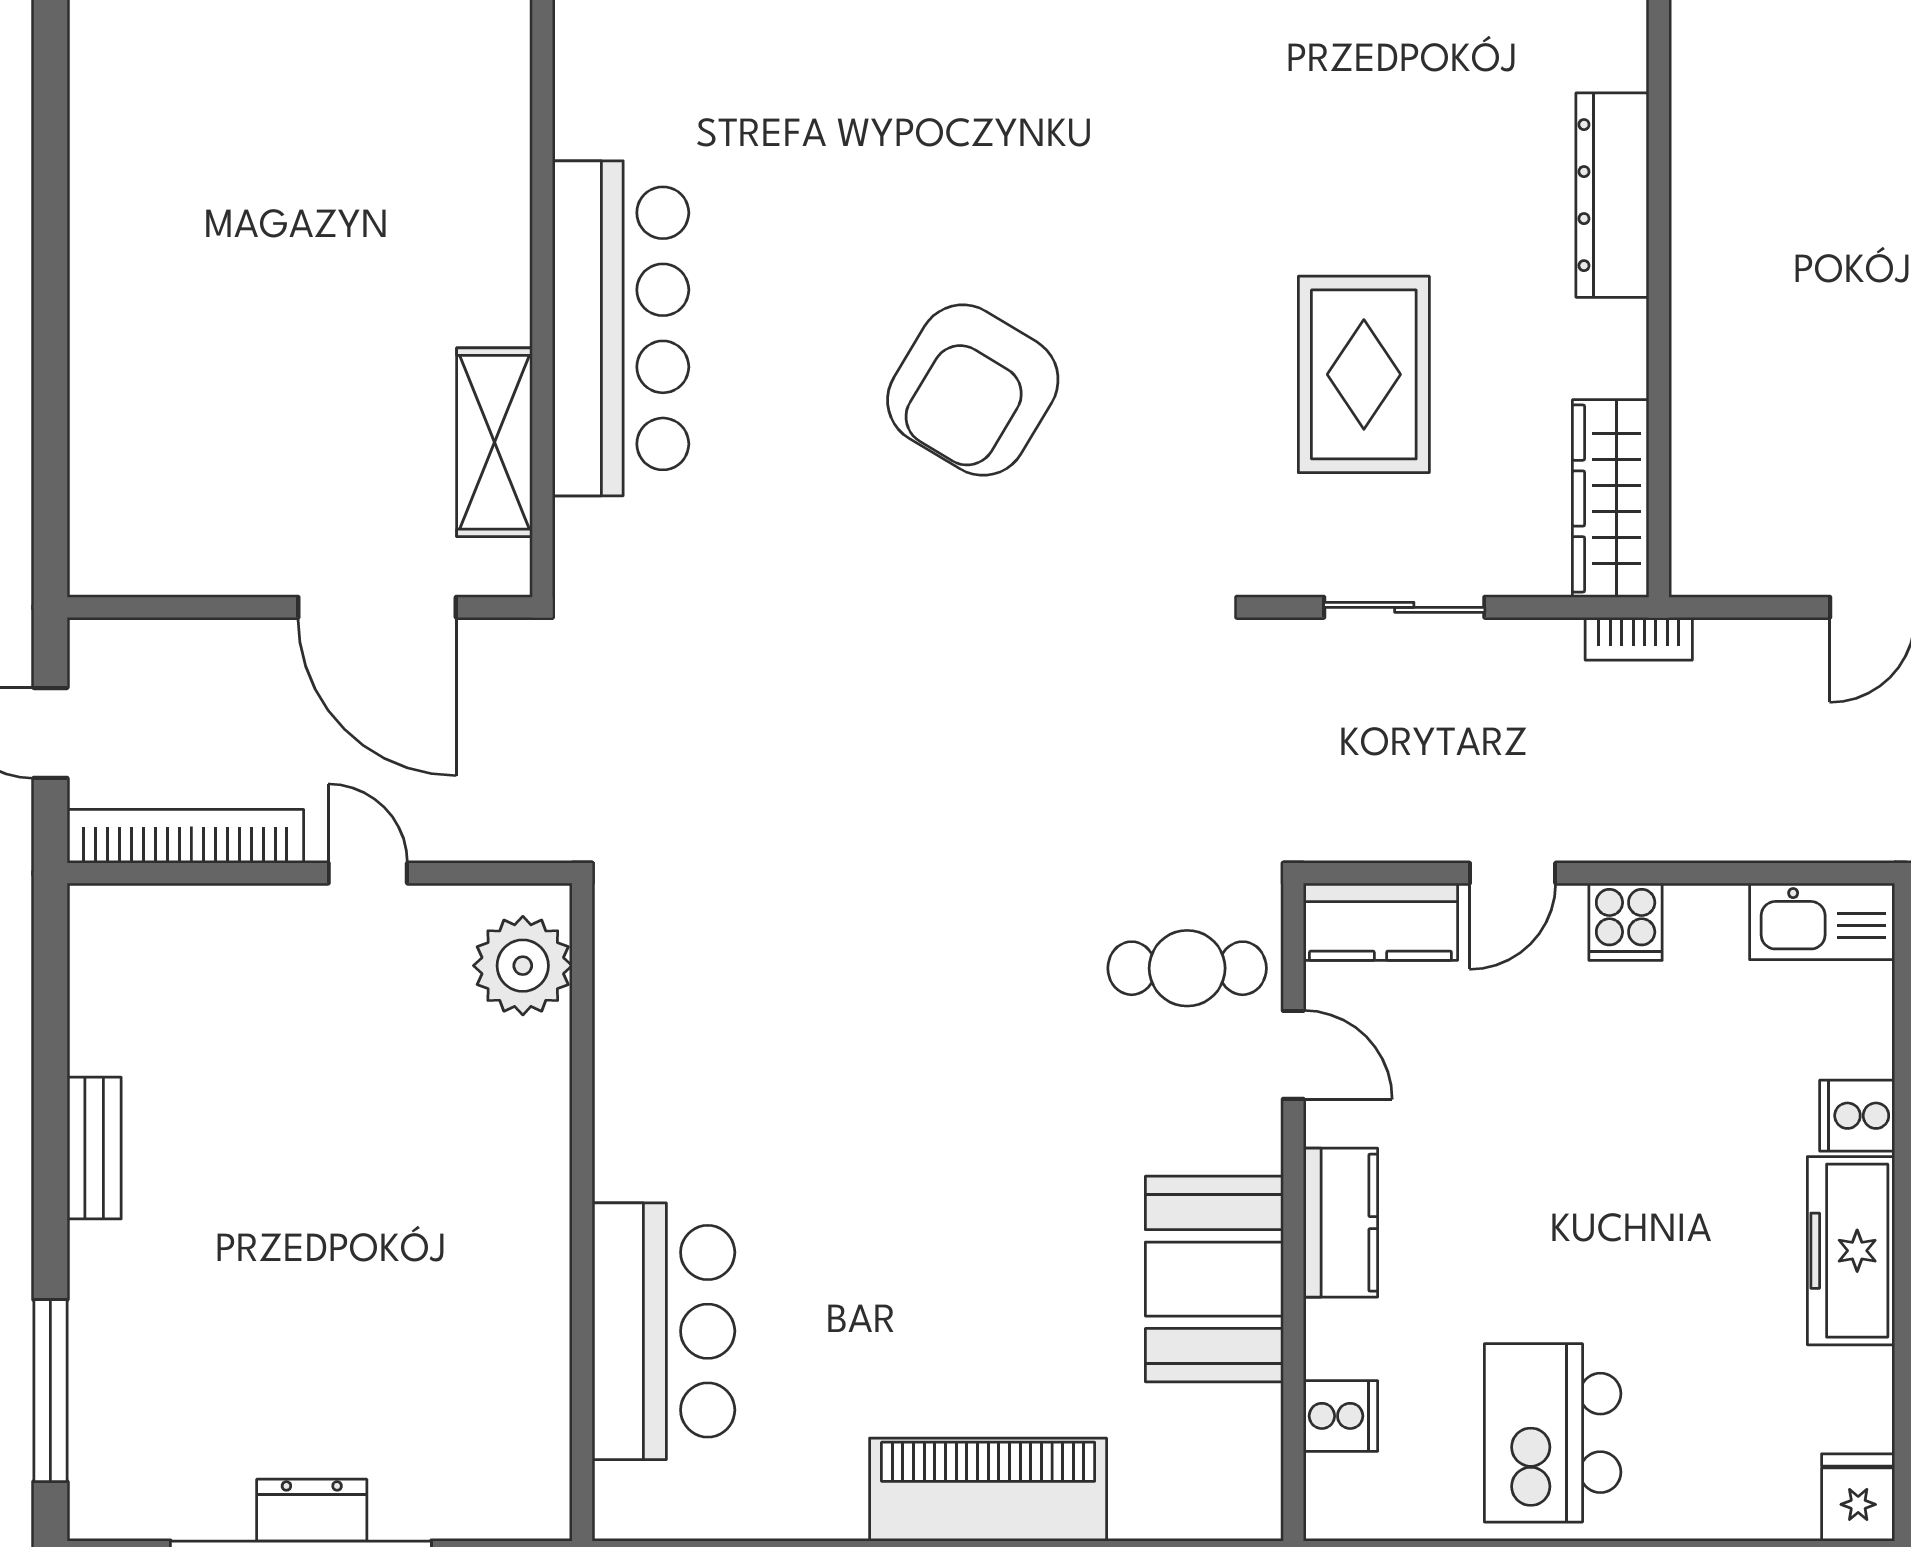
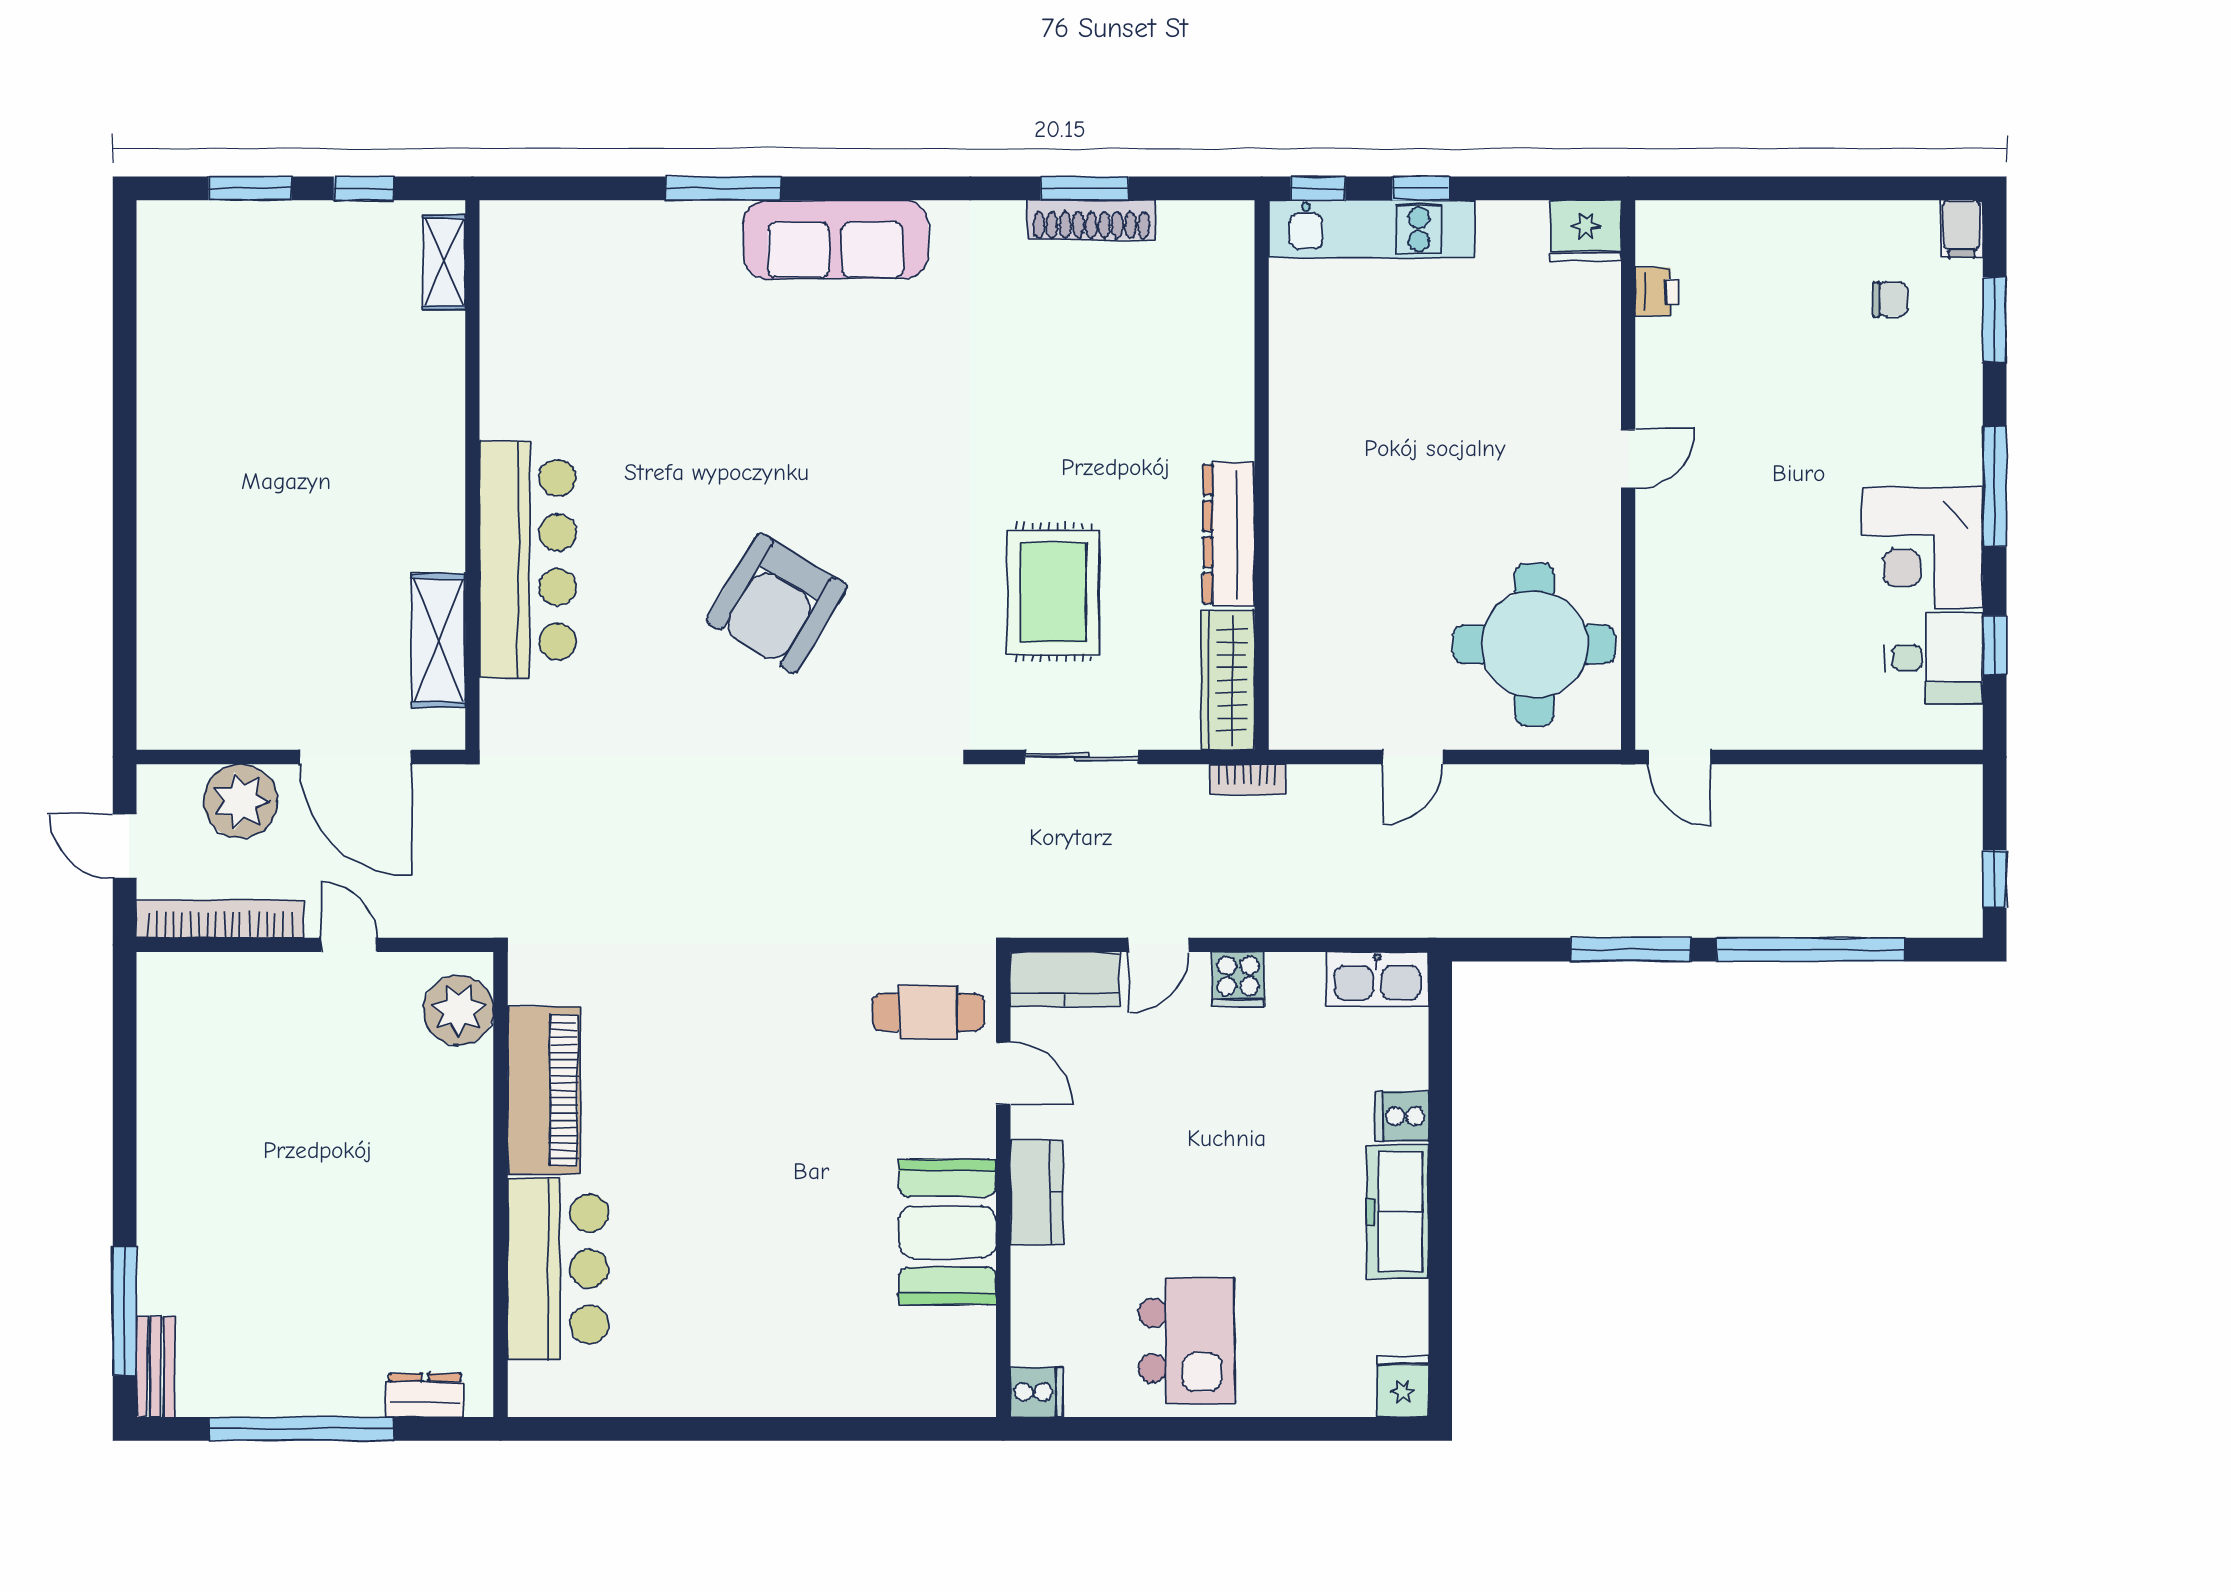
dresser: (1612, 195) -> (1229, 534), moved
plant: (215, 670) -> (241, 801), added
bench: (94, 1148) -> (156, 1367), moved
cooker: (1340, 1416) -> (1037, 1392), moved
kitchen island: (1553, 1433) -> (1187, 1341), turned 180
piano: (988, 1490) -> (544, 1090), moved, turned 90
dresser: (312, 1510) -> (425, 1395), moved

